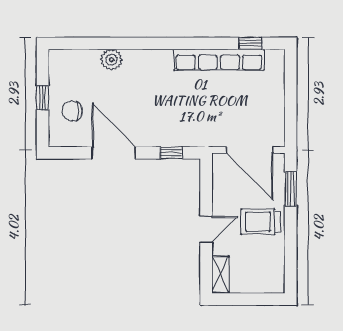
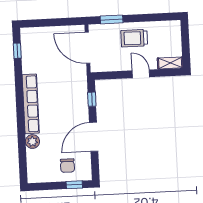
row of seats: (219, 60) -> (31, 104), moved
window: (43, 98) -> (74, 185), moved
door: (250, 150) -> (87, 48), swing flipped
trolley: (261, 222) -> (134, 38), turned 90

